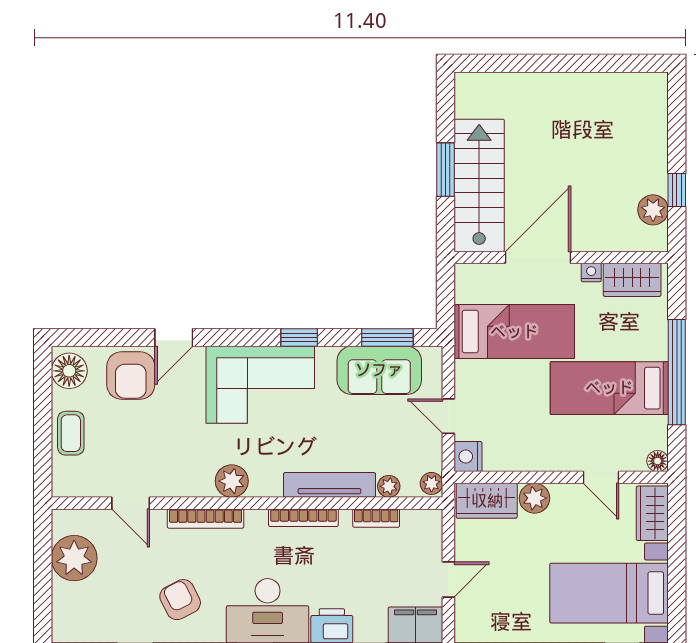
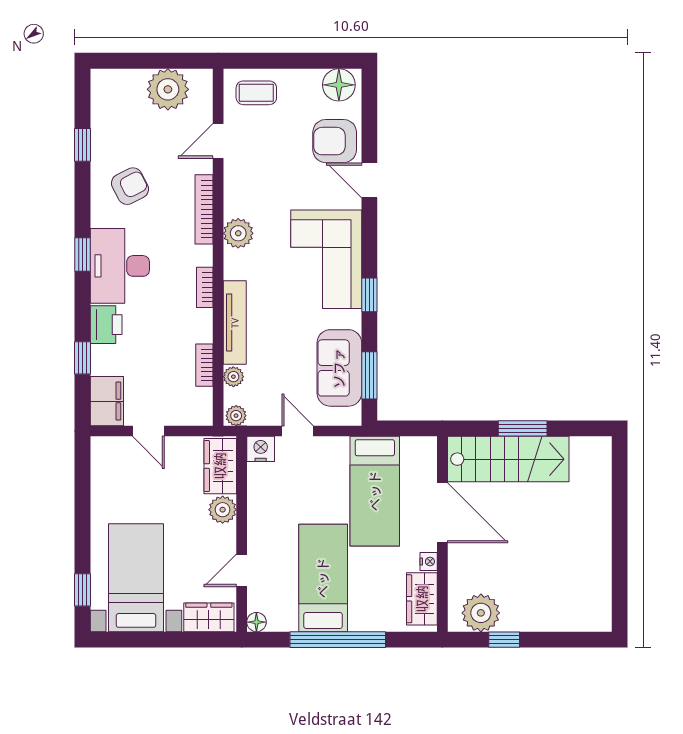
plant: (653, 210) -> (481, 613), width x1.36, depth x1.36
door: (448, 416) -> (298, 431), hinge flipped
coffee table: (71, 433) -> (256, 93), moved
bookcase: (303, 518) -> (205, 287), width x0.64

